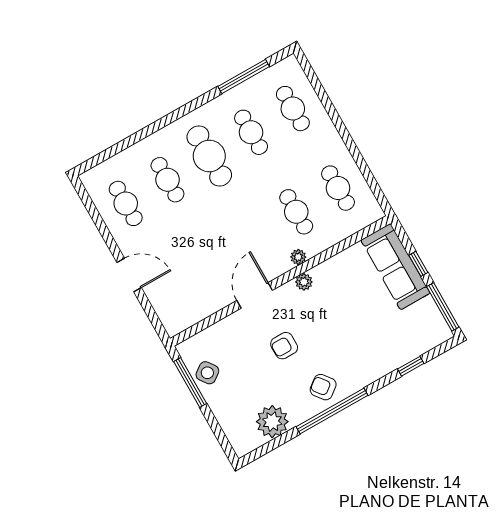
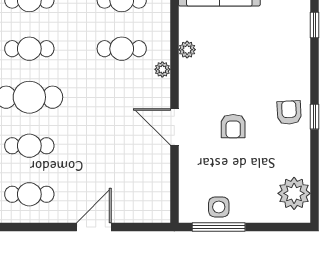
plant: (304, 282) -> (187, 50), moved
side table: (207, 373) -> (219, 207), turned 36
armchair: (323, 387) -> (289, 112), turned 125
window: (332, 411) -> (314, 117), width x0.32
plant: (272, 422) -> (294, 193), moved

